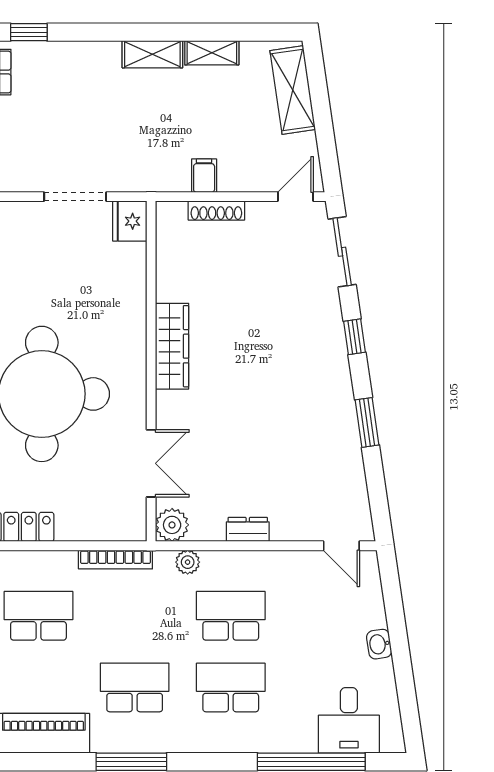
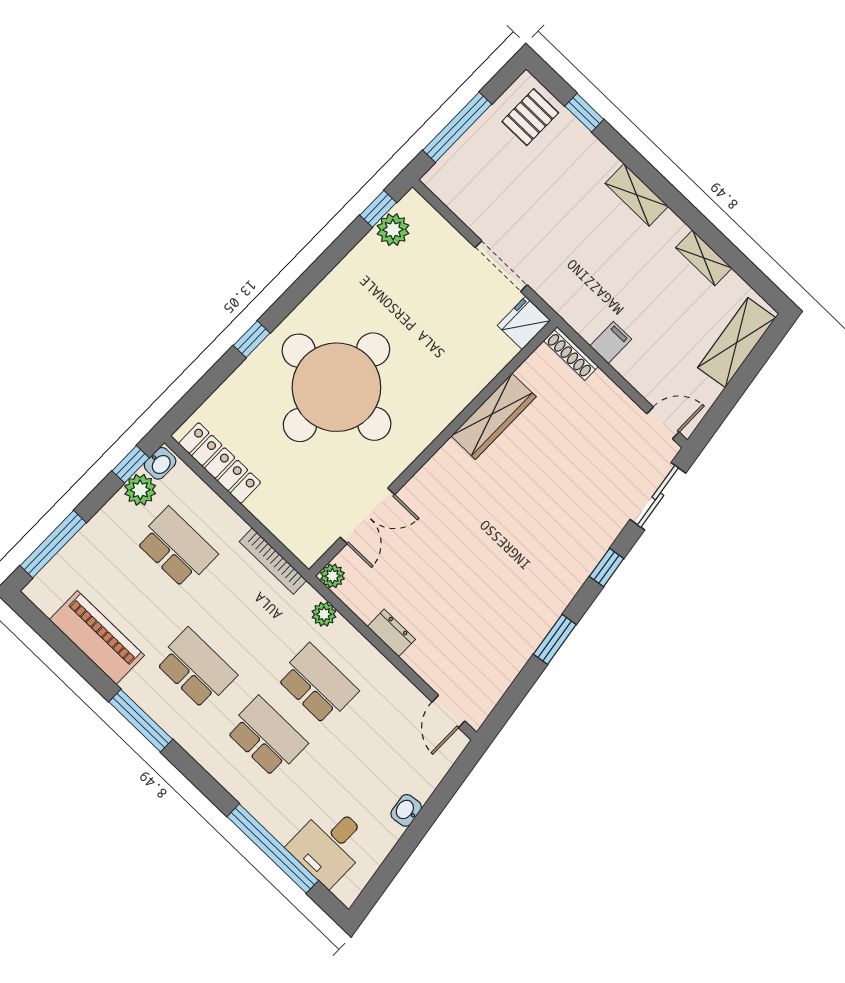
shelving: (152, 54) -> (637, 195), moved
shoe rack: (216, 211) -> (571, 354), moved
wardrobe: (172, 346) -> (494, 416), moved
plant: (172, 525) -> (332, 576), width x0.73, depth x0.73

